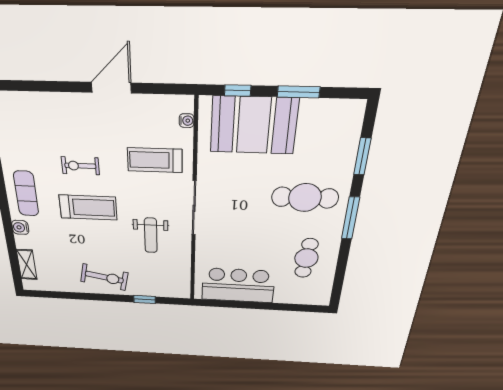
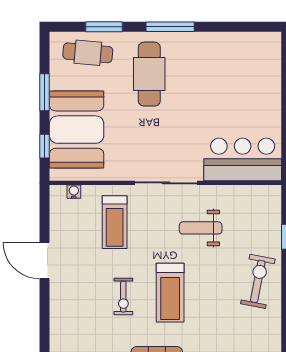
treadmill: (88, 207) -> (170, 293), turned 180
weight bench: (151, 235) -> (201, 228), turned 180
cafe table: (306, 258) -> (88, 53), moved
bar counter: (238, 285) -> (243, 159), moved, turned 90

